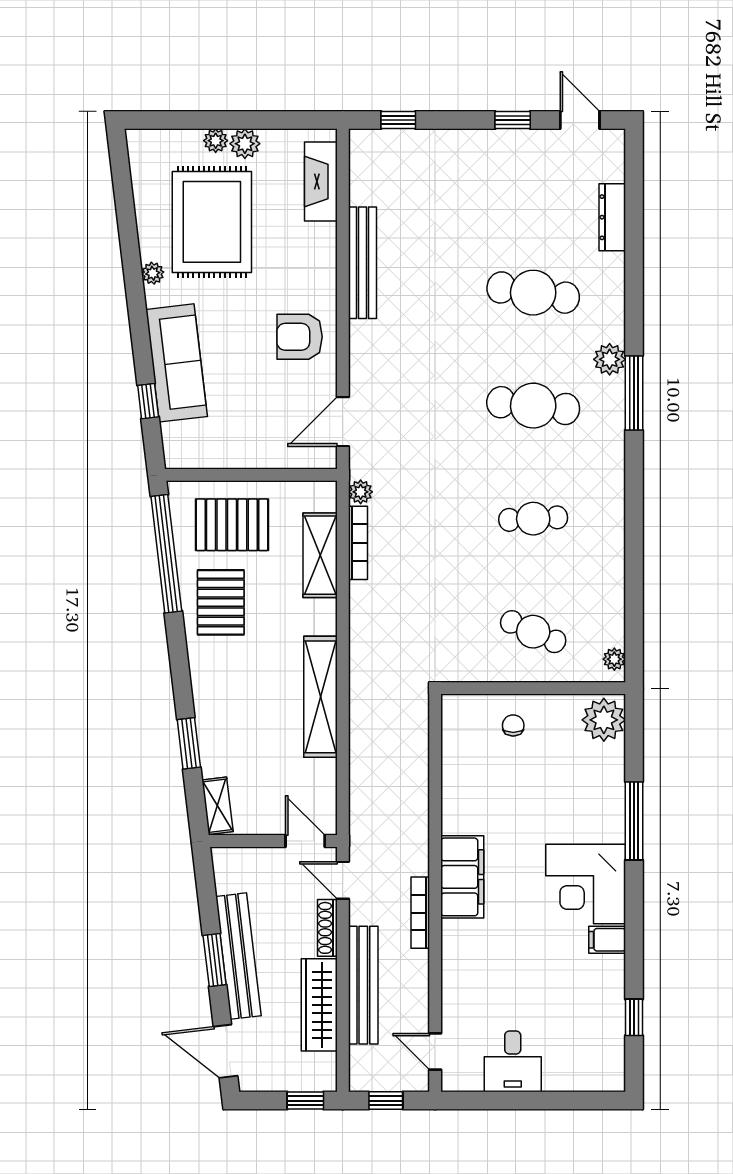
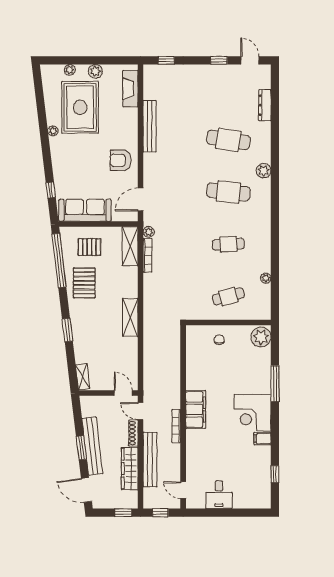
plant: (216, 141) -> (70, 70), moved
sofa: (177, 363) -> (85, 210), moved, turned -83
window: (634, 393) -> (275, 186), removed
pallet: (232, 525) -> (89, 247), width x0.67, depth x0.71
shelving: (320, 555) -> (130, 246), moved
cafe table: (533, 632) -> (228, 296), turned -39
plant: (614, 659) -> (266, 278), moved
shelving: (321, 697) -> (130, 318), width x0.68
window: (189, 743) -> (67, 330), moved

